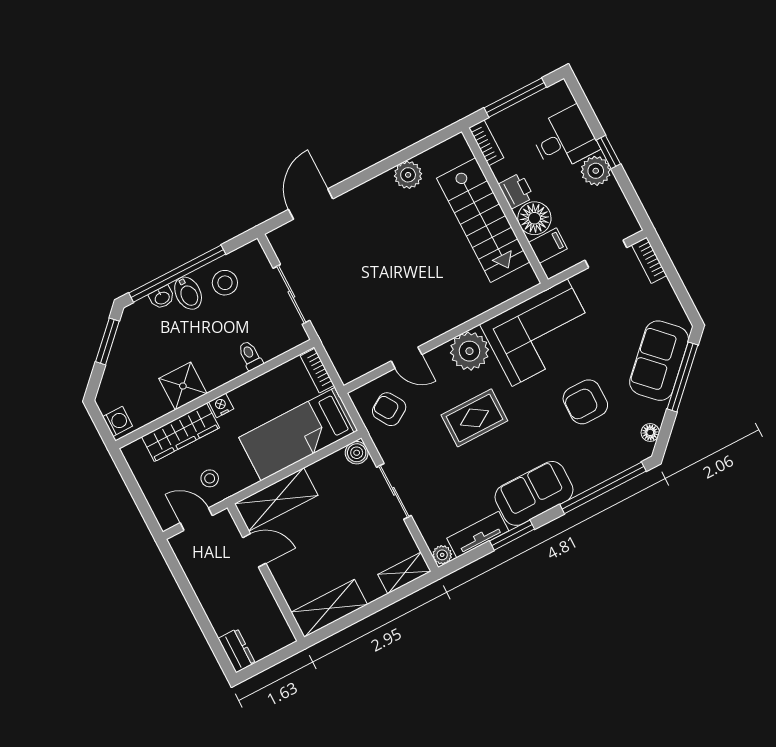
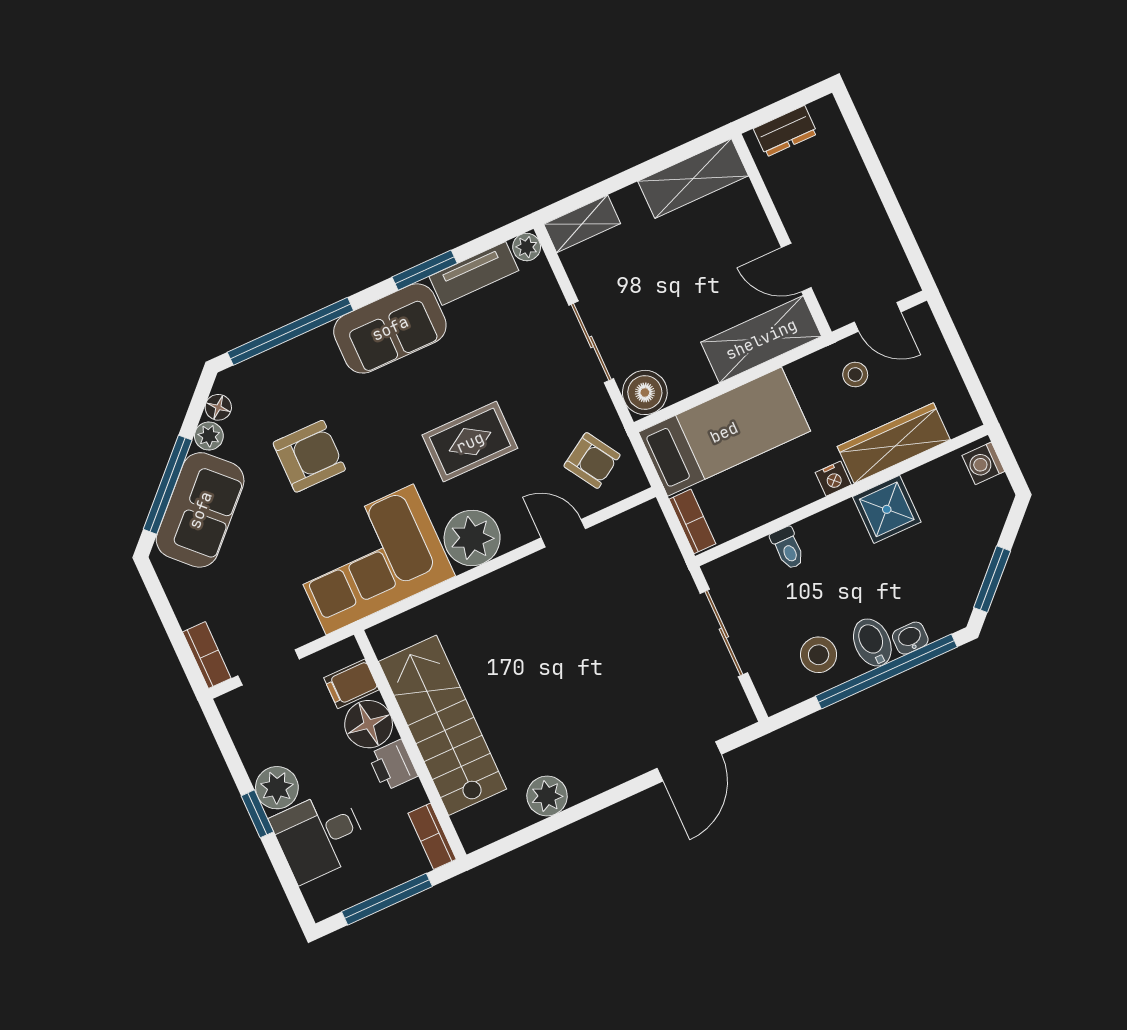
plant: (656, 412) -> (209, 436), added
boiler: (357, 453) -> (645, 392), width x1.36, depth x1.36
dresser: (237, 651) -> (785, 131), moved, turned -90

